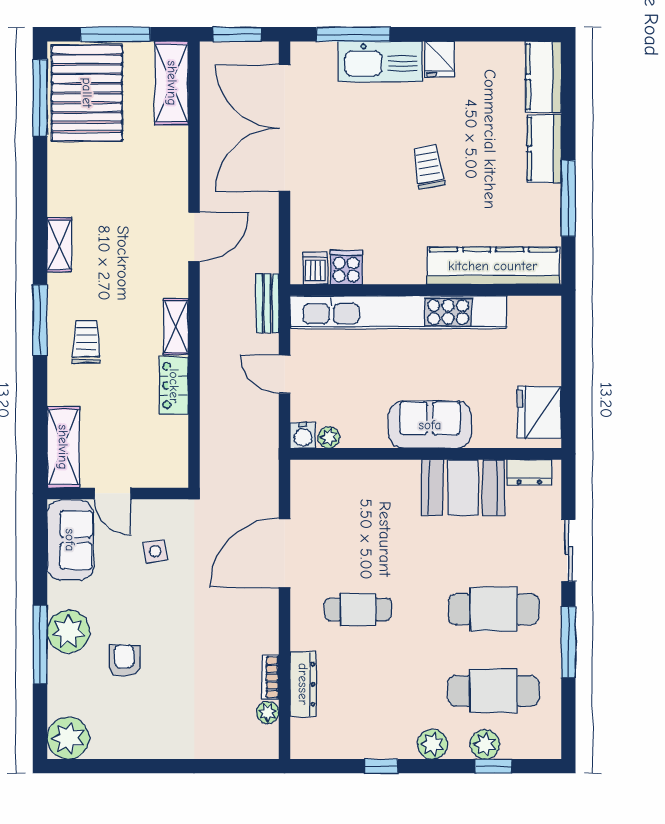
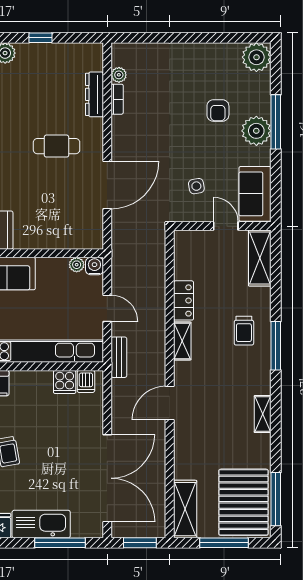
shelving: (59, 245) -> (263, 414), moved

